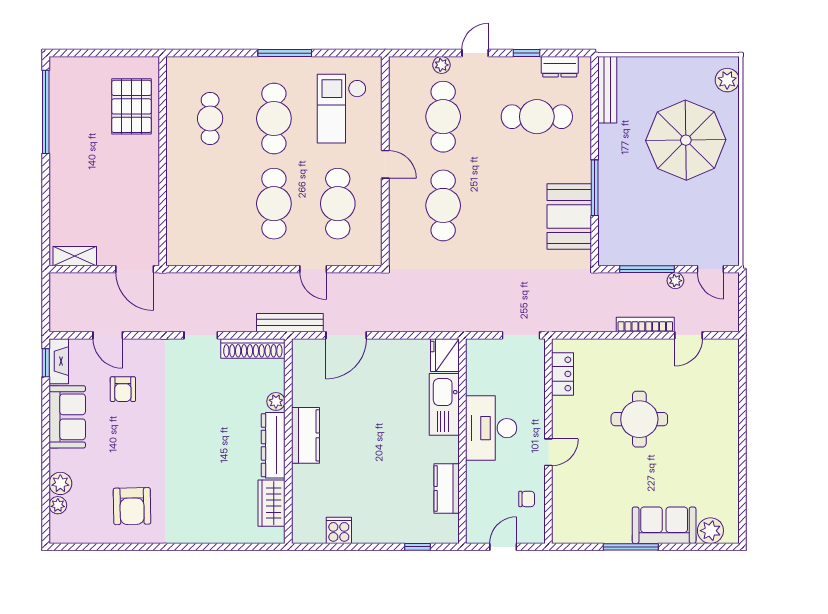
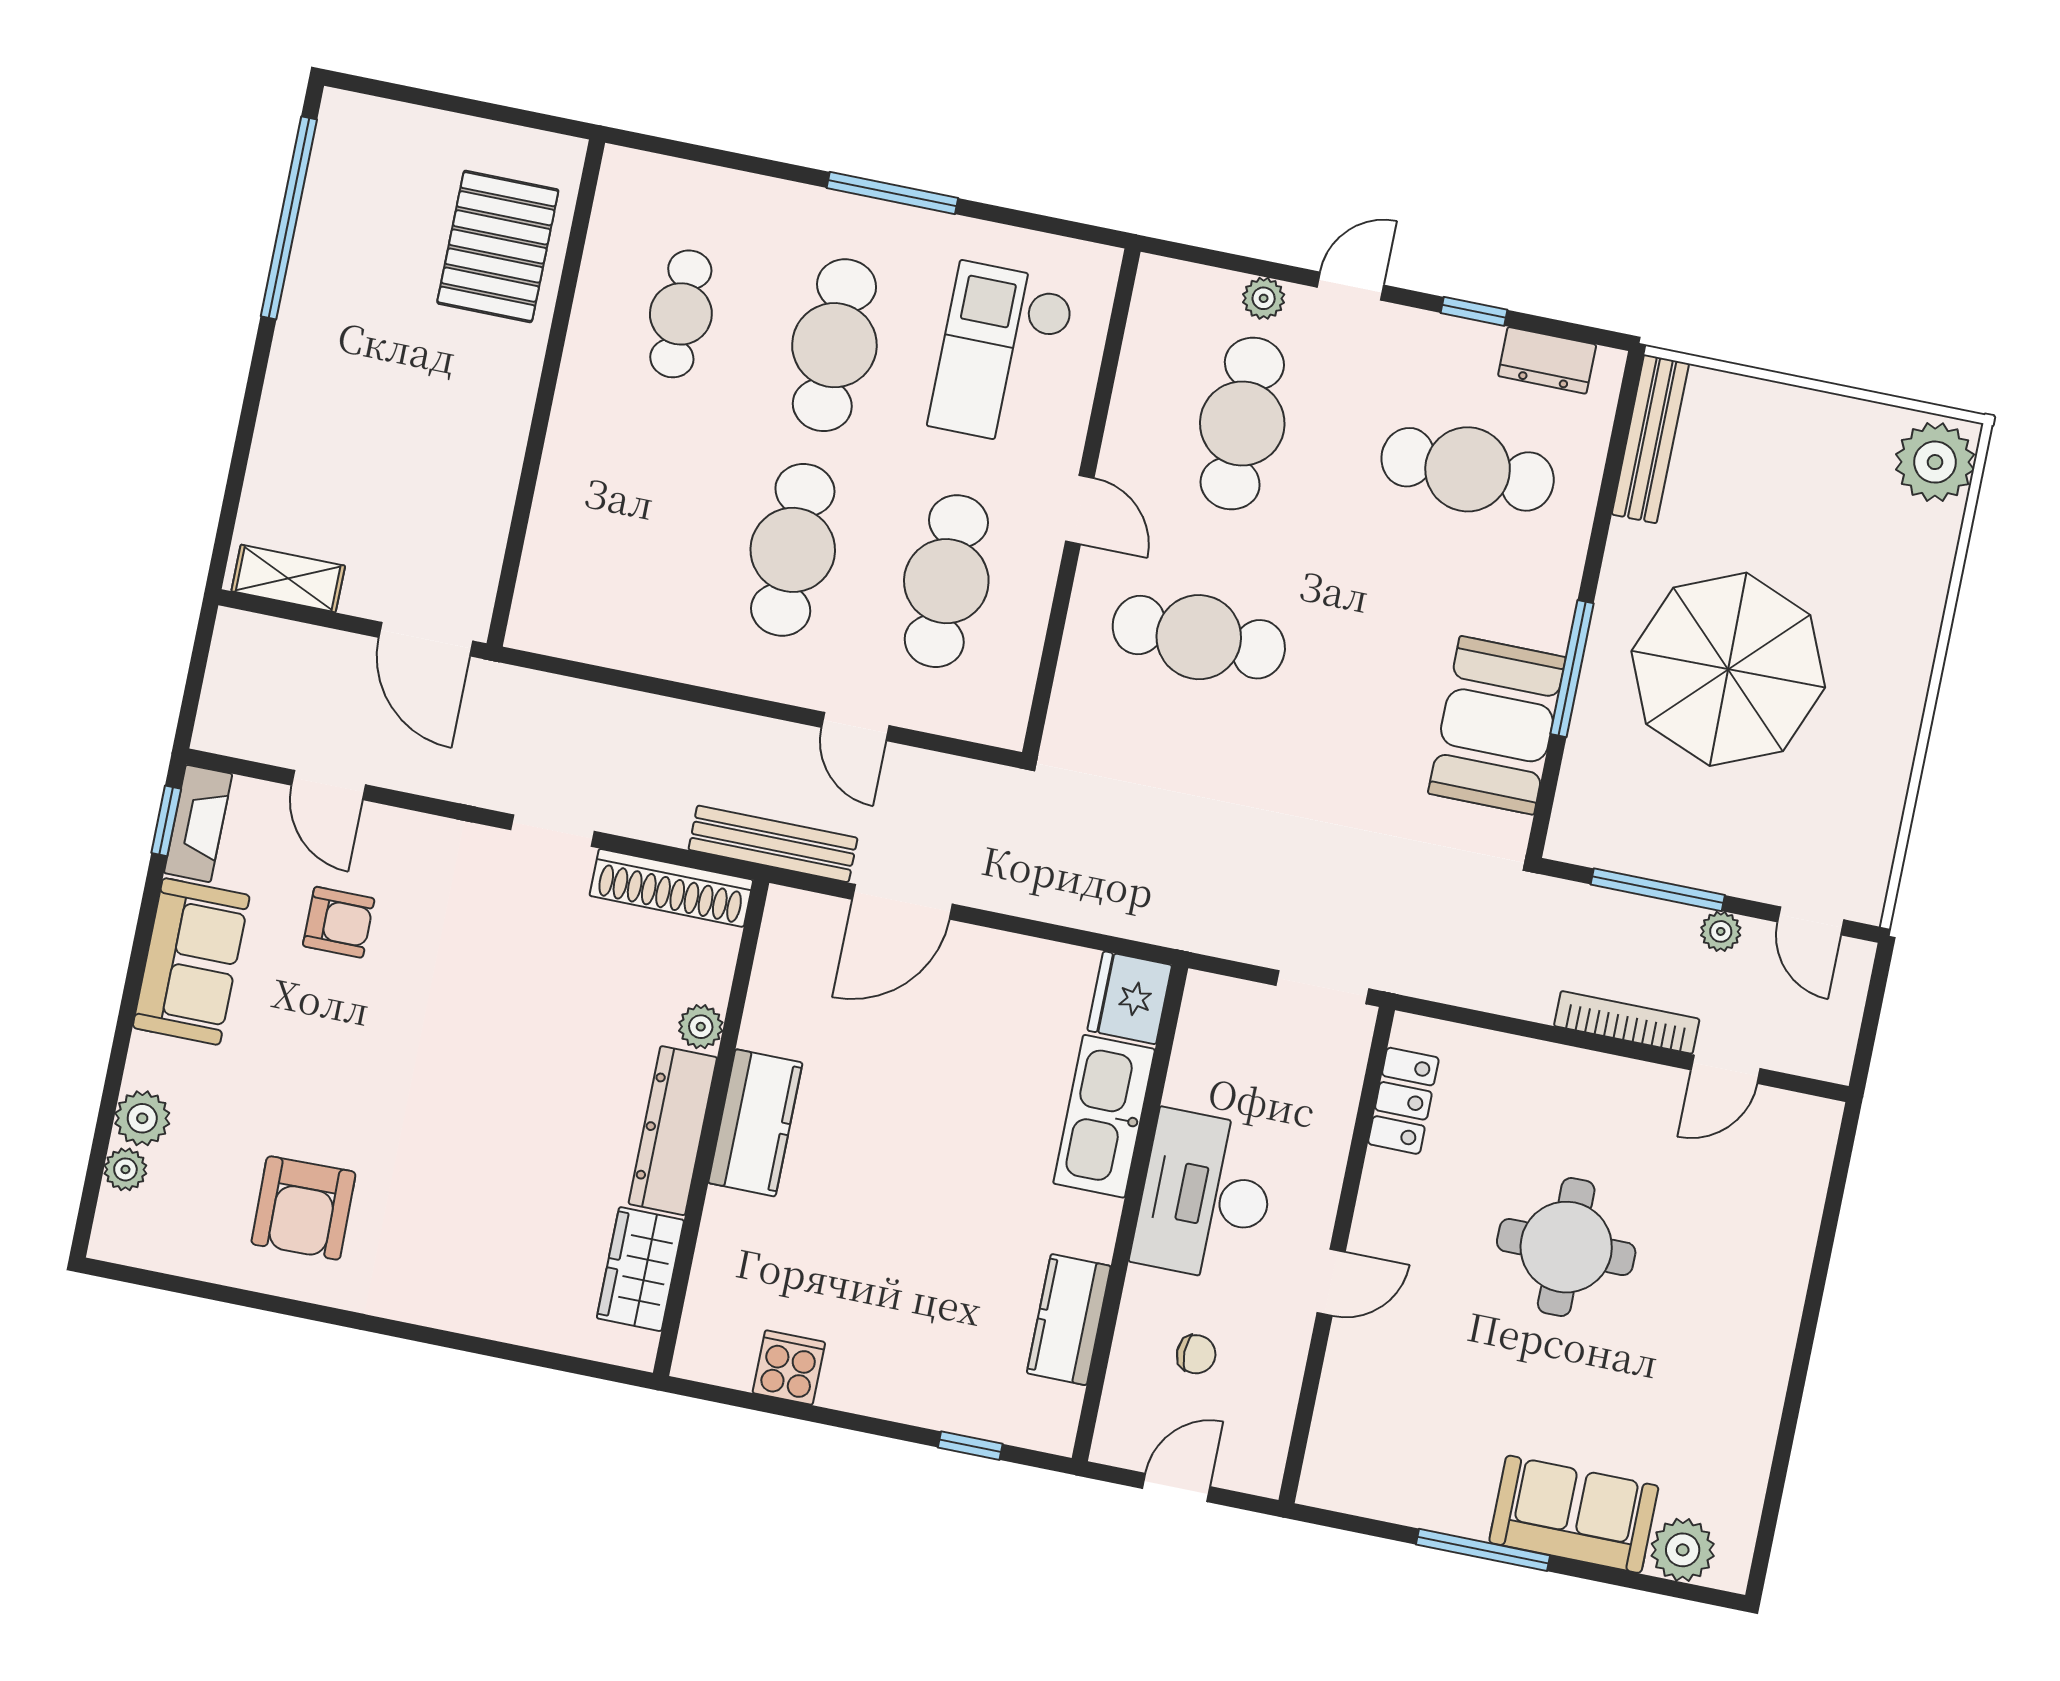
plant: (727, 80) -> (1935, 462), width x1.36, depth x1.36
parasol: (686, 140) -> (1728, 669), moved
cafe table: (443, 205) -> (1199, 637), turned 90
armchair: (123, 389) -> (339, 922), turned -90
chair: (527, 499) -> (1196, 1354), moved

